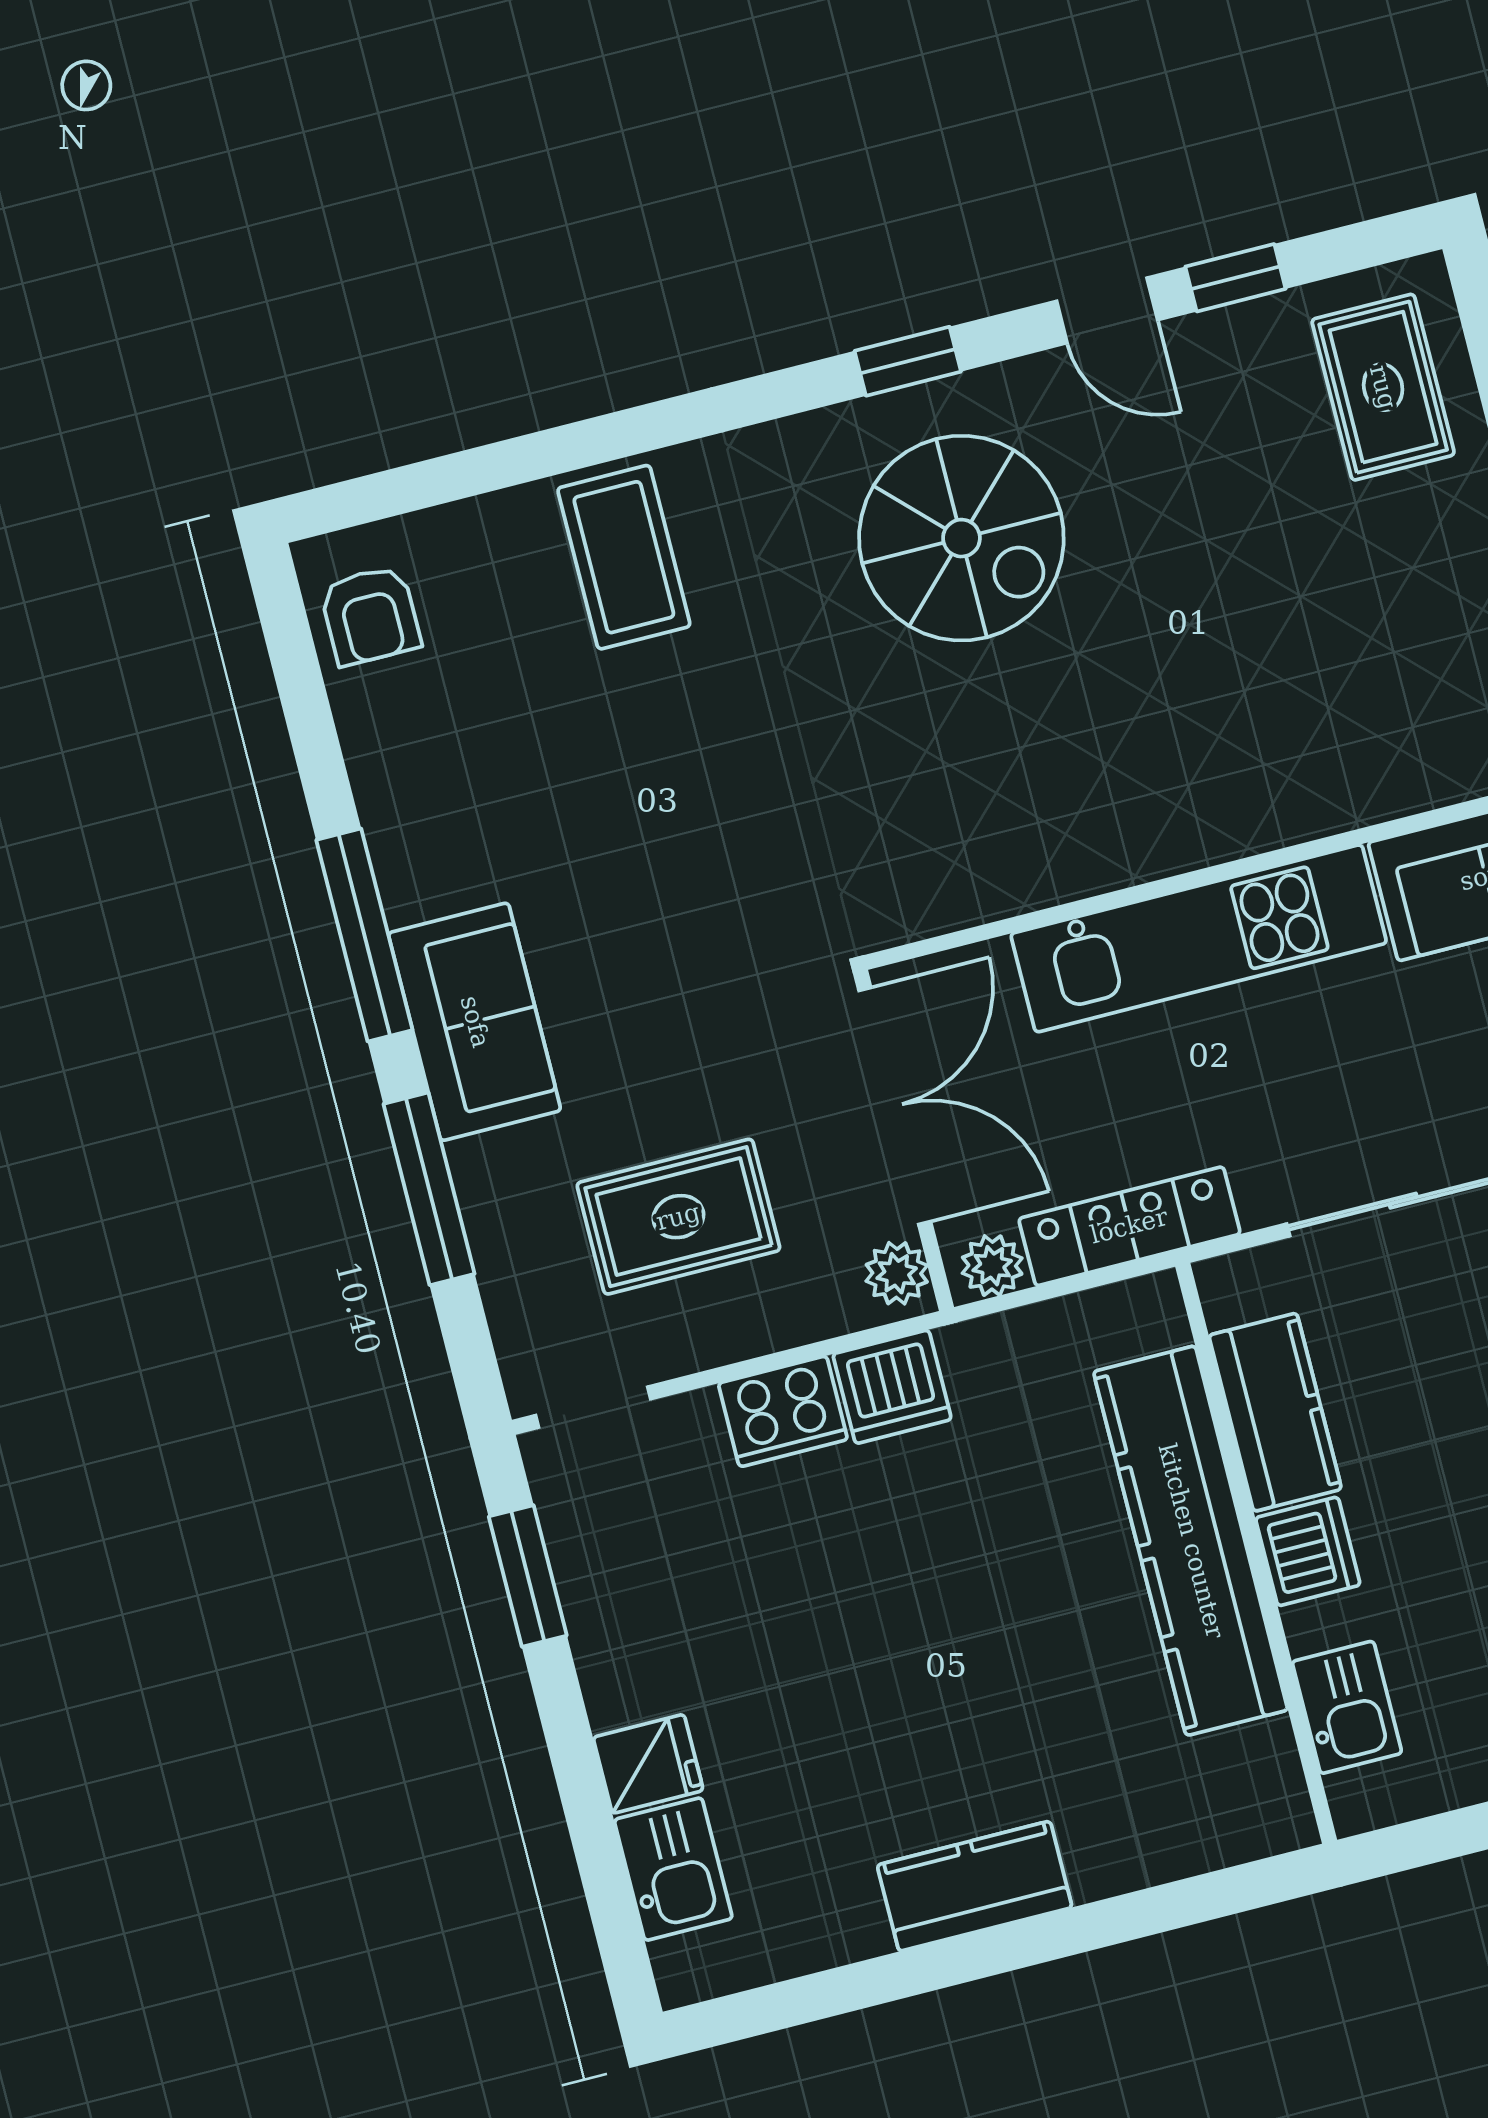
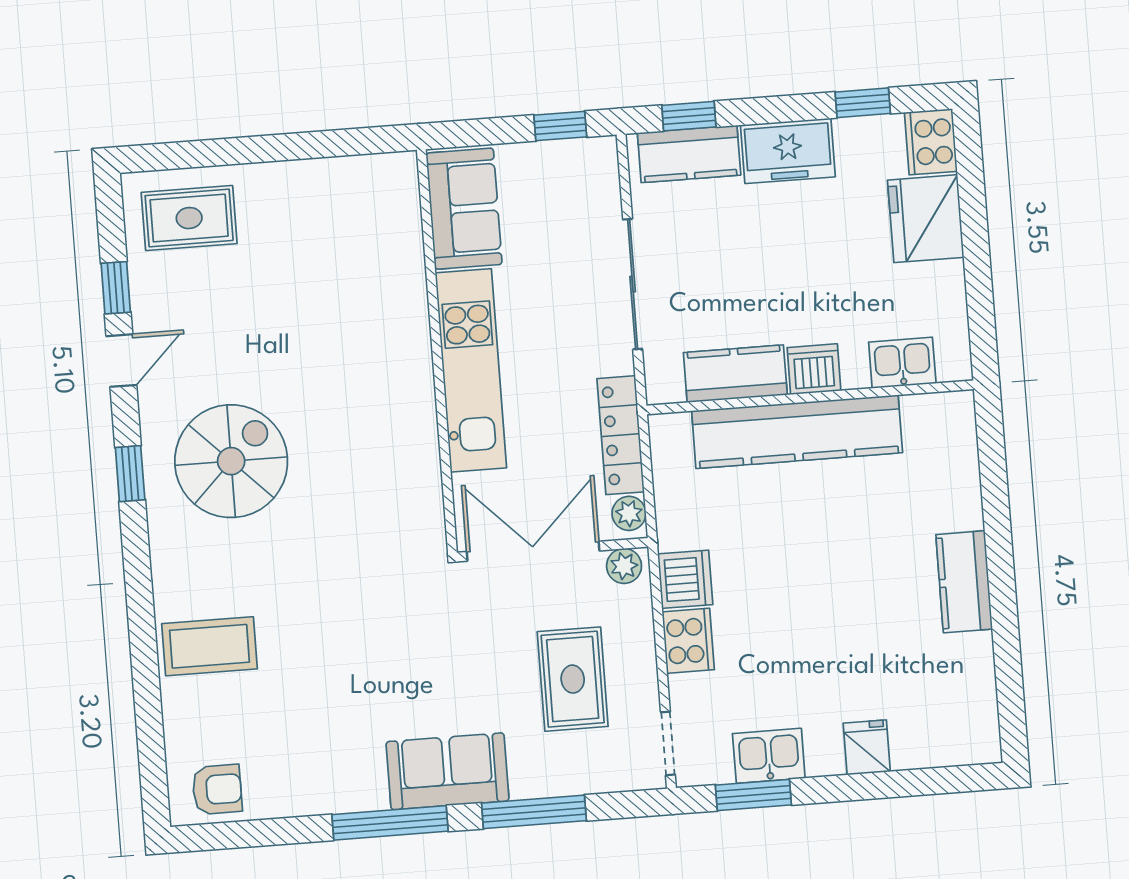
kitchen sink: (673, 1869) -> (769, 756), moved

